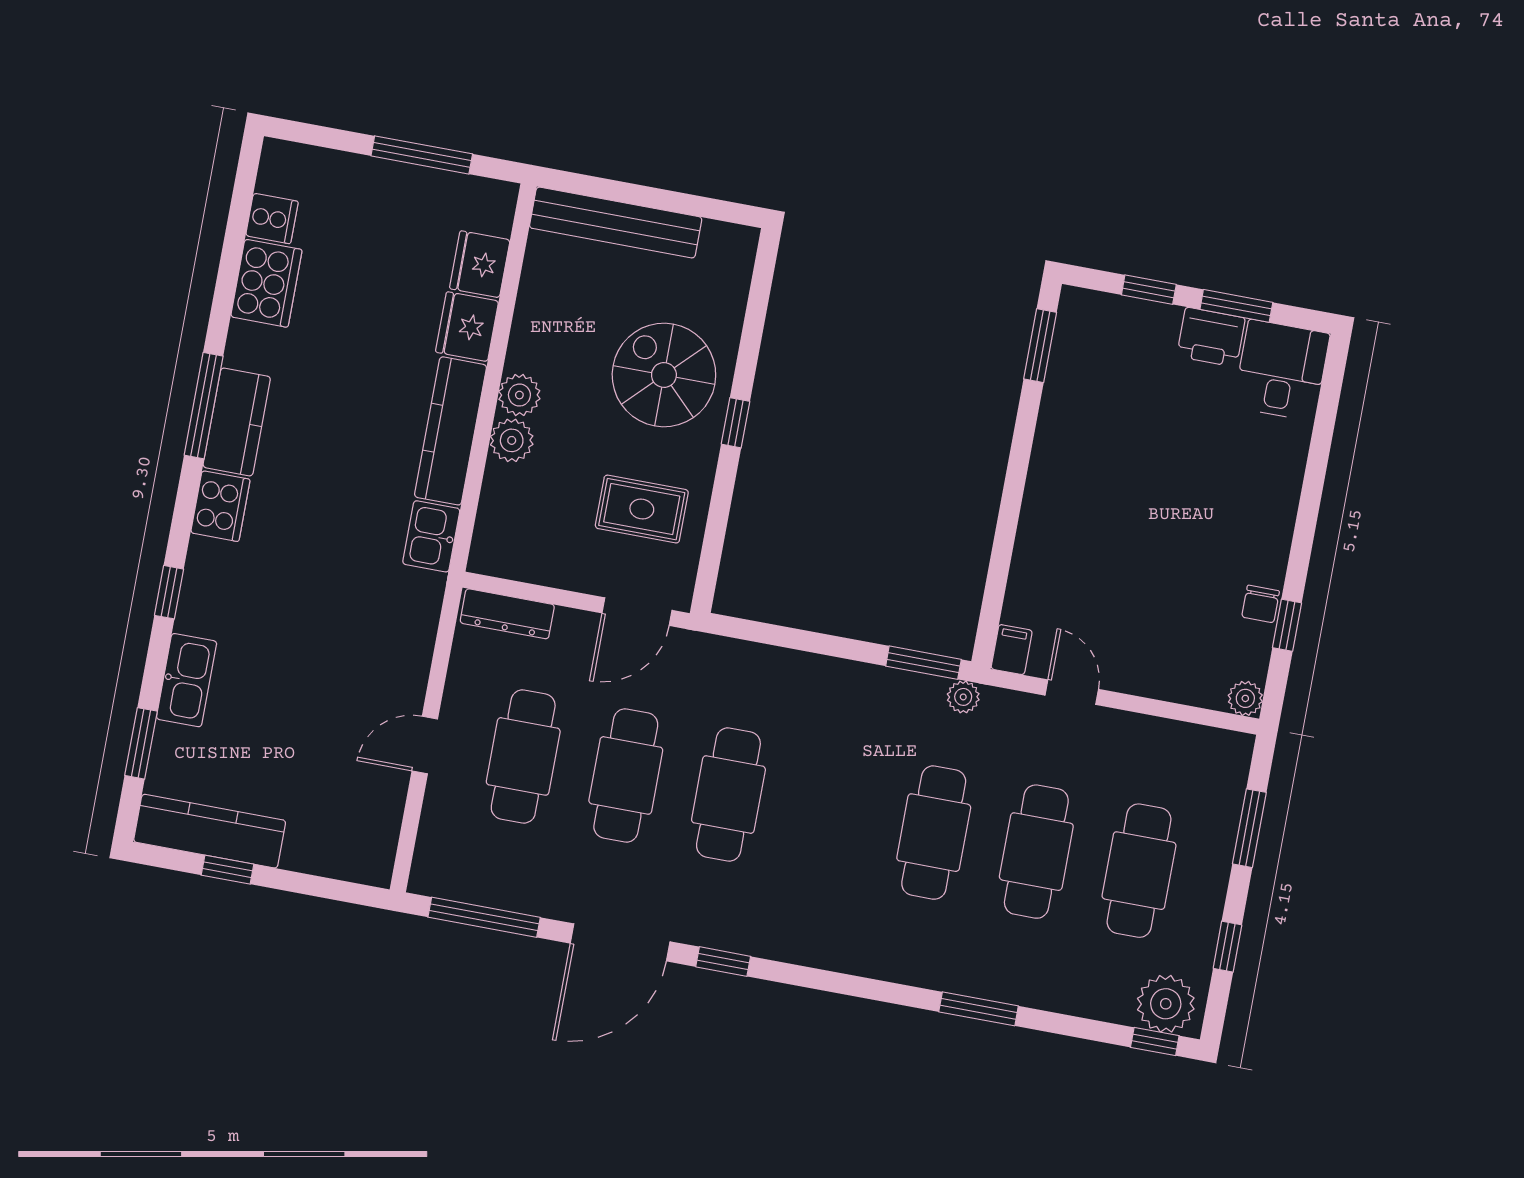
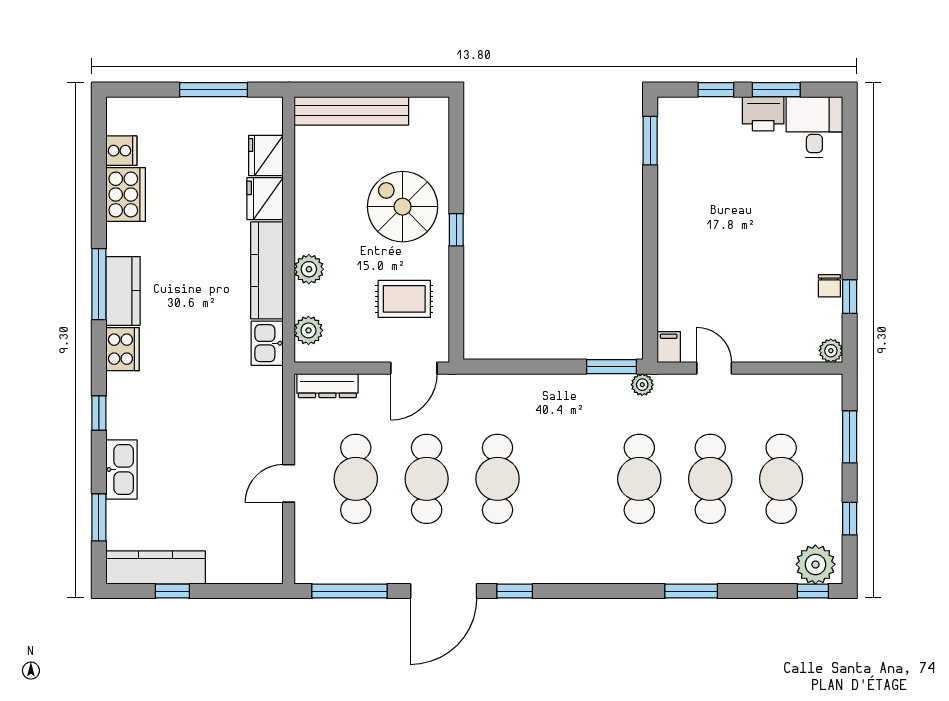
plant: (519, 395) -> (308, 330), moved

